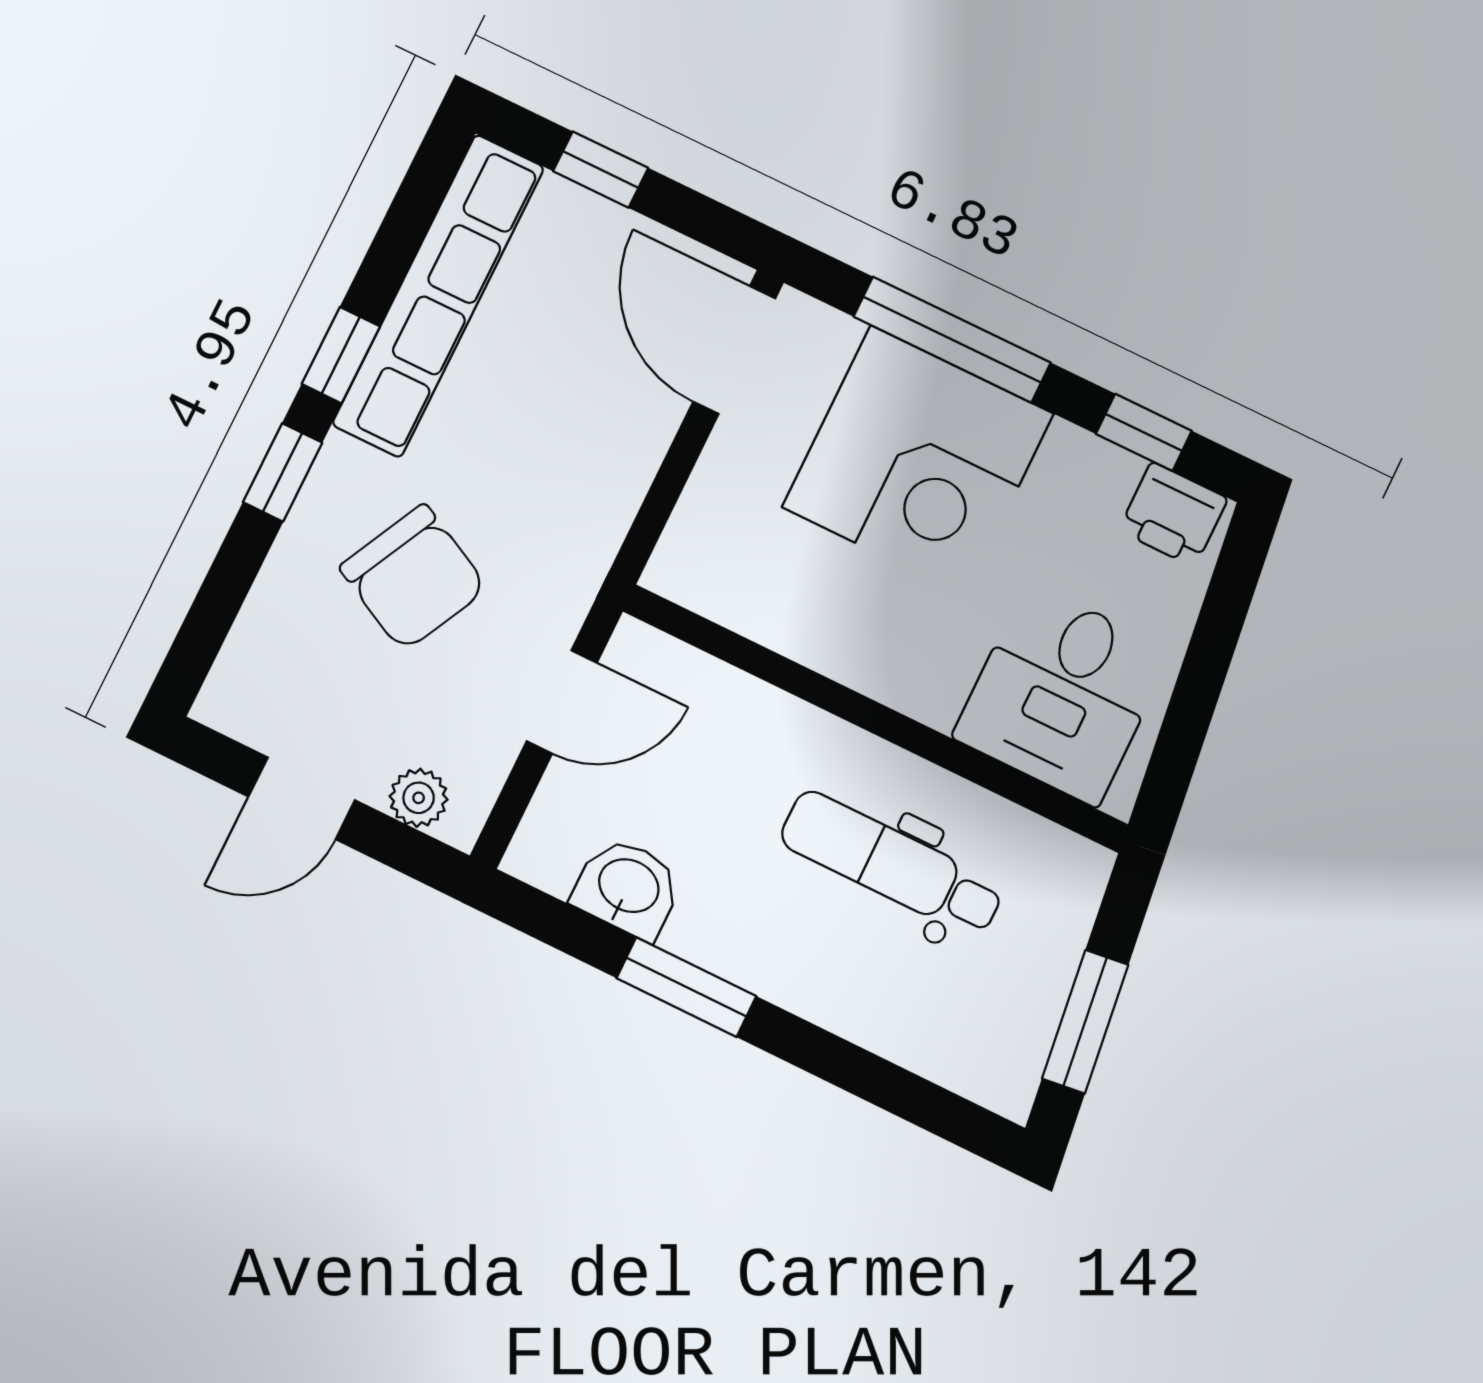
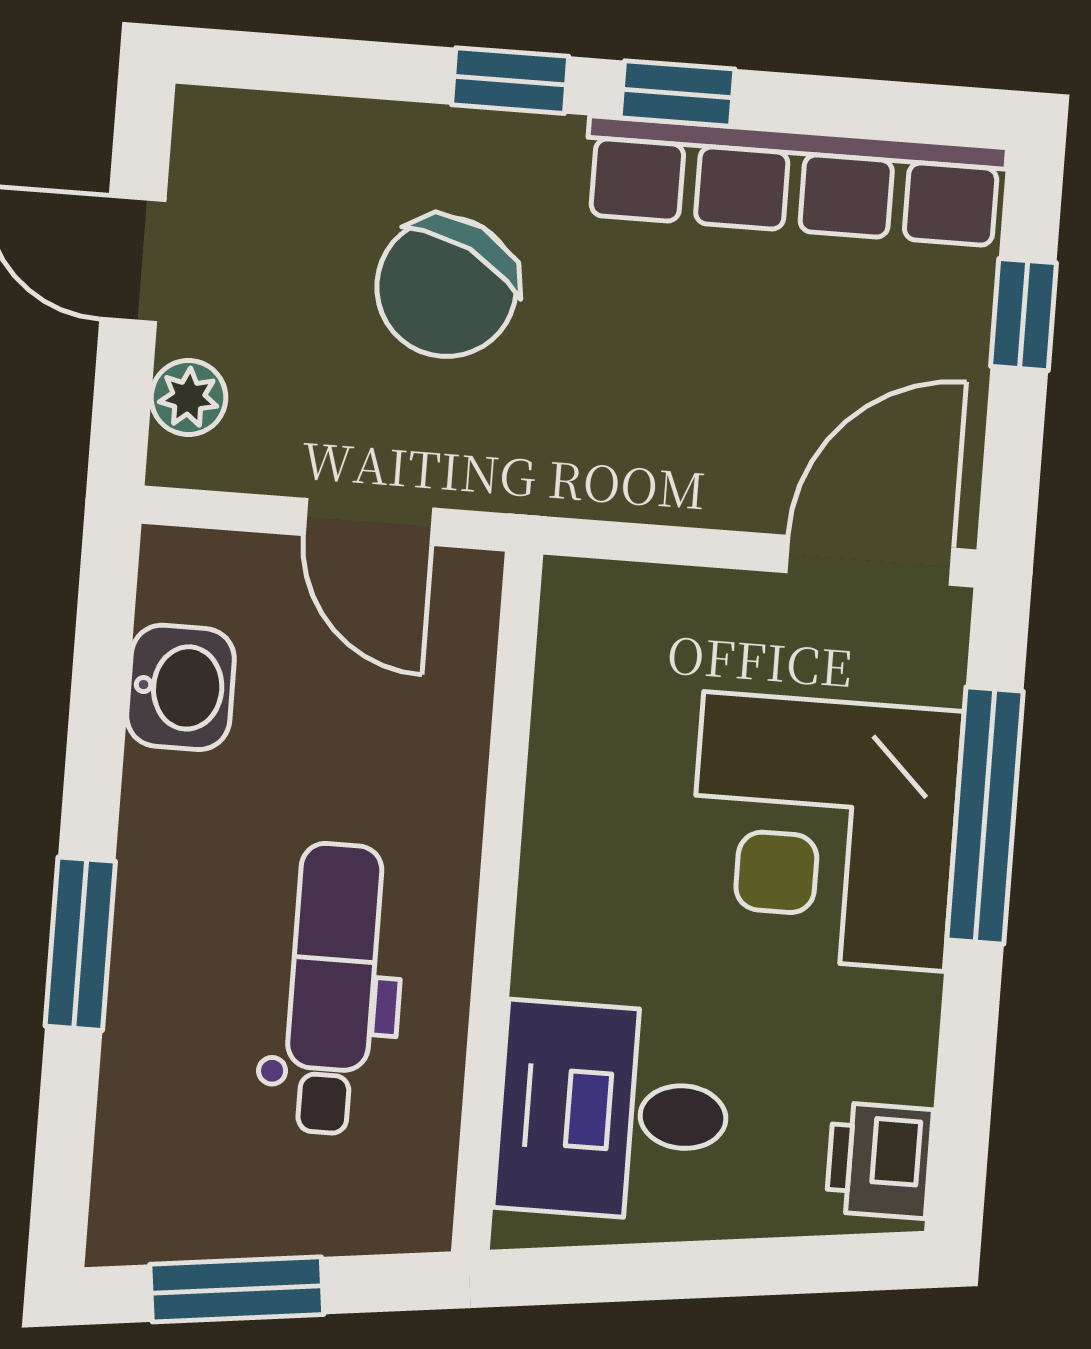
window: (1144, 432) -> (964, 1088), removed
window: (686, 987) -> (80, 944), moved

